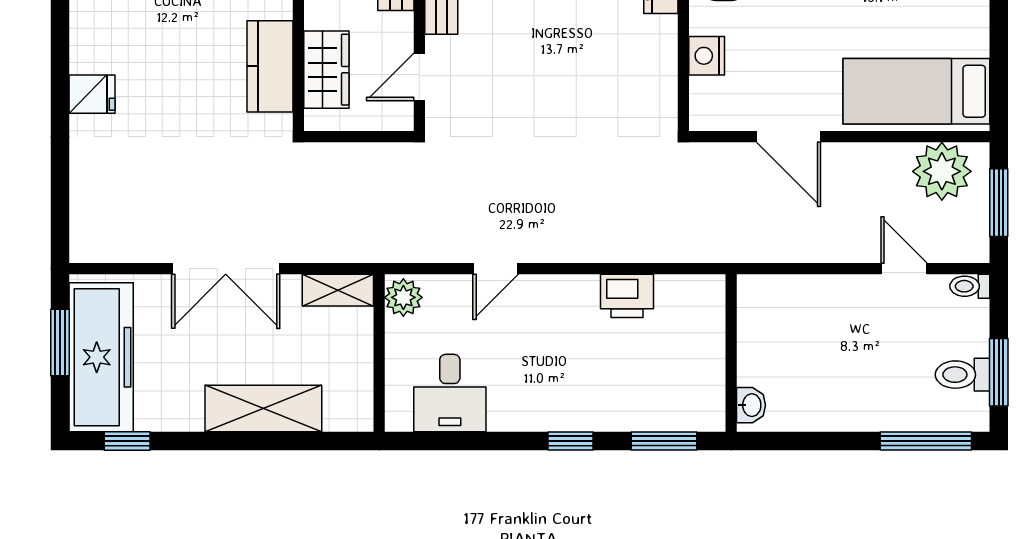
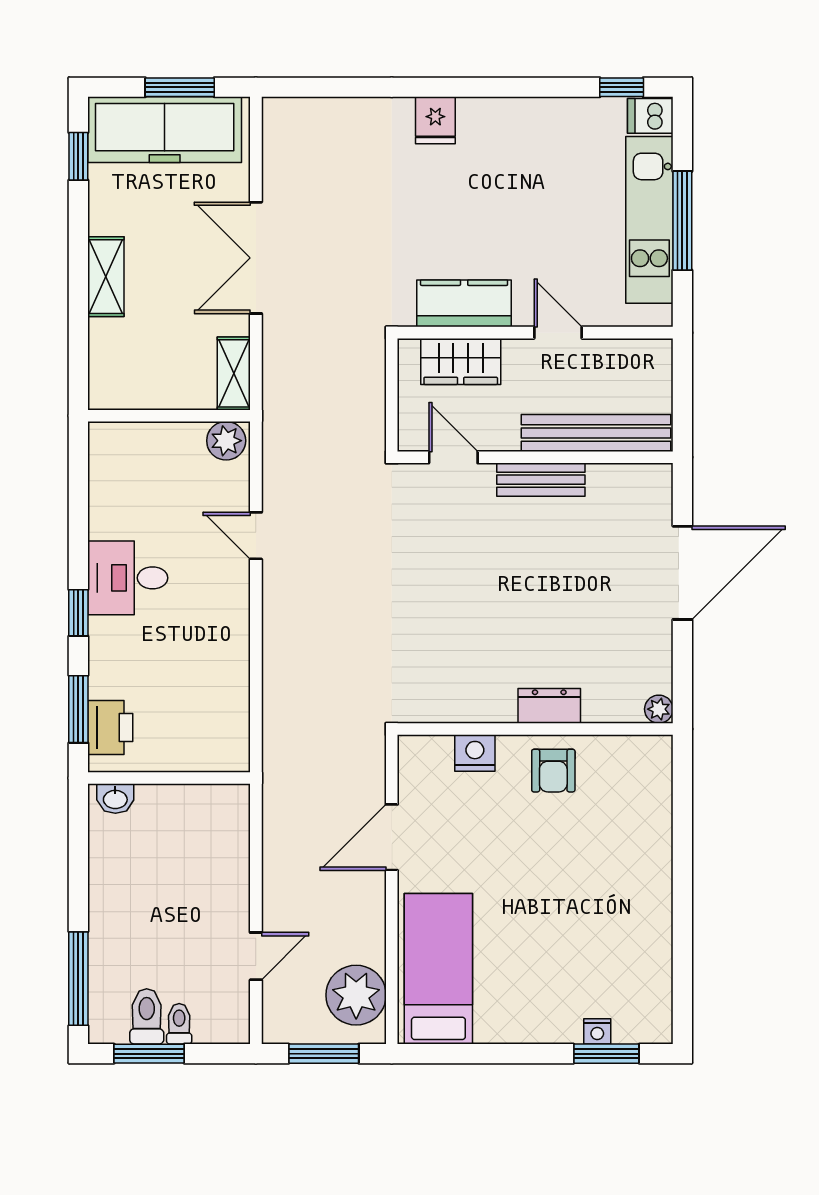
toilet: (970, 286) -> (179, 1024), moved
printer: (627, 296) -> (110, 727), moved, turned 180
desk: (450, 393) -> (128, 578), moved
shelving: (263, 408) -> (106, 277), width x0.67, depth x0.75

